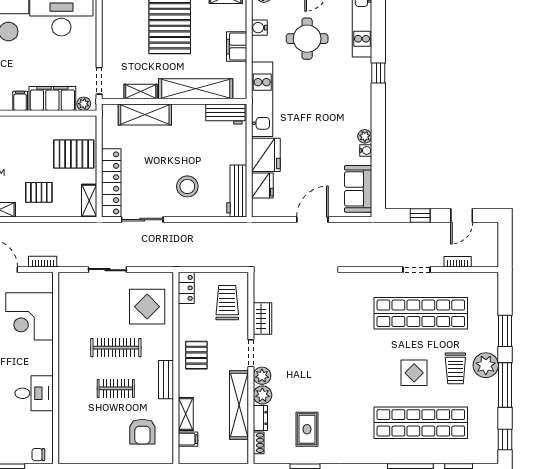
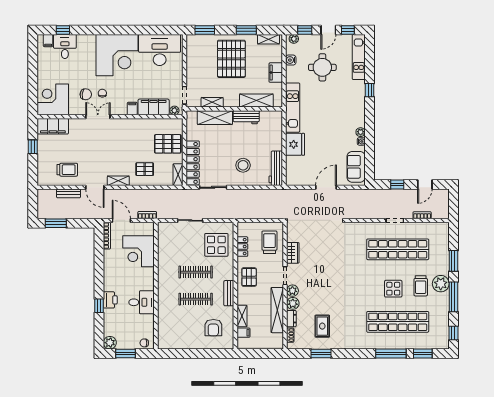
shelving: (196, 89) -> (256, 101), width x0.68
workbench: (225, 114) -> (246, 117), moved
fridge: (262, 185) -> (293, 165), removed
locker: (186, 288) -> (242, 247), moved
clothes rail: (116, 388) -> (196, 299), width x1.36

